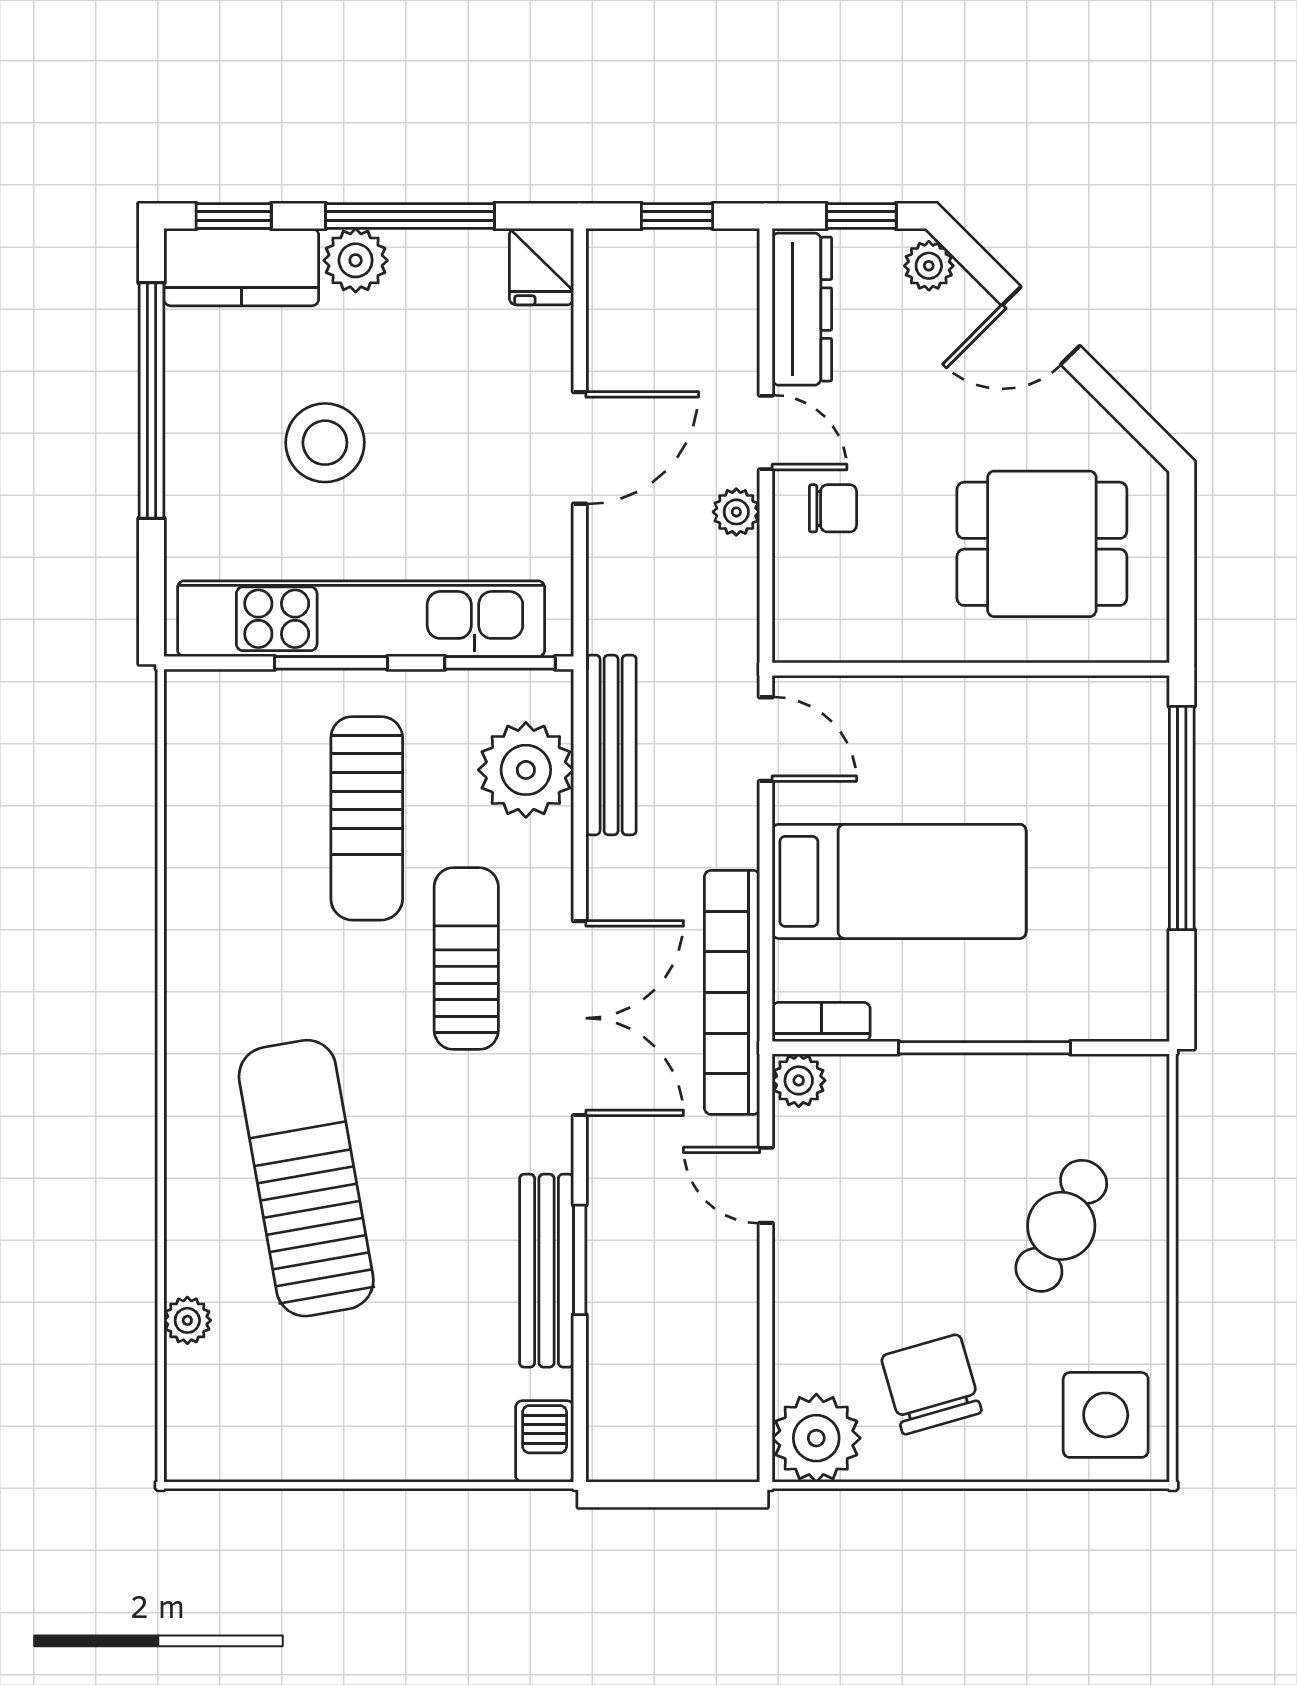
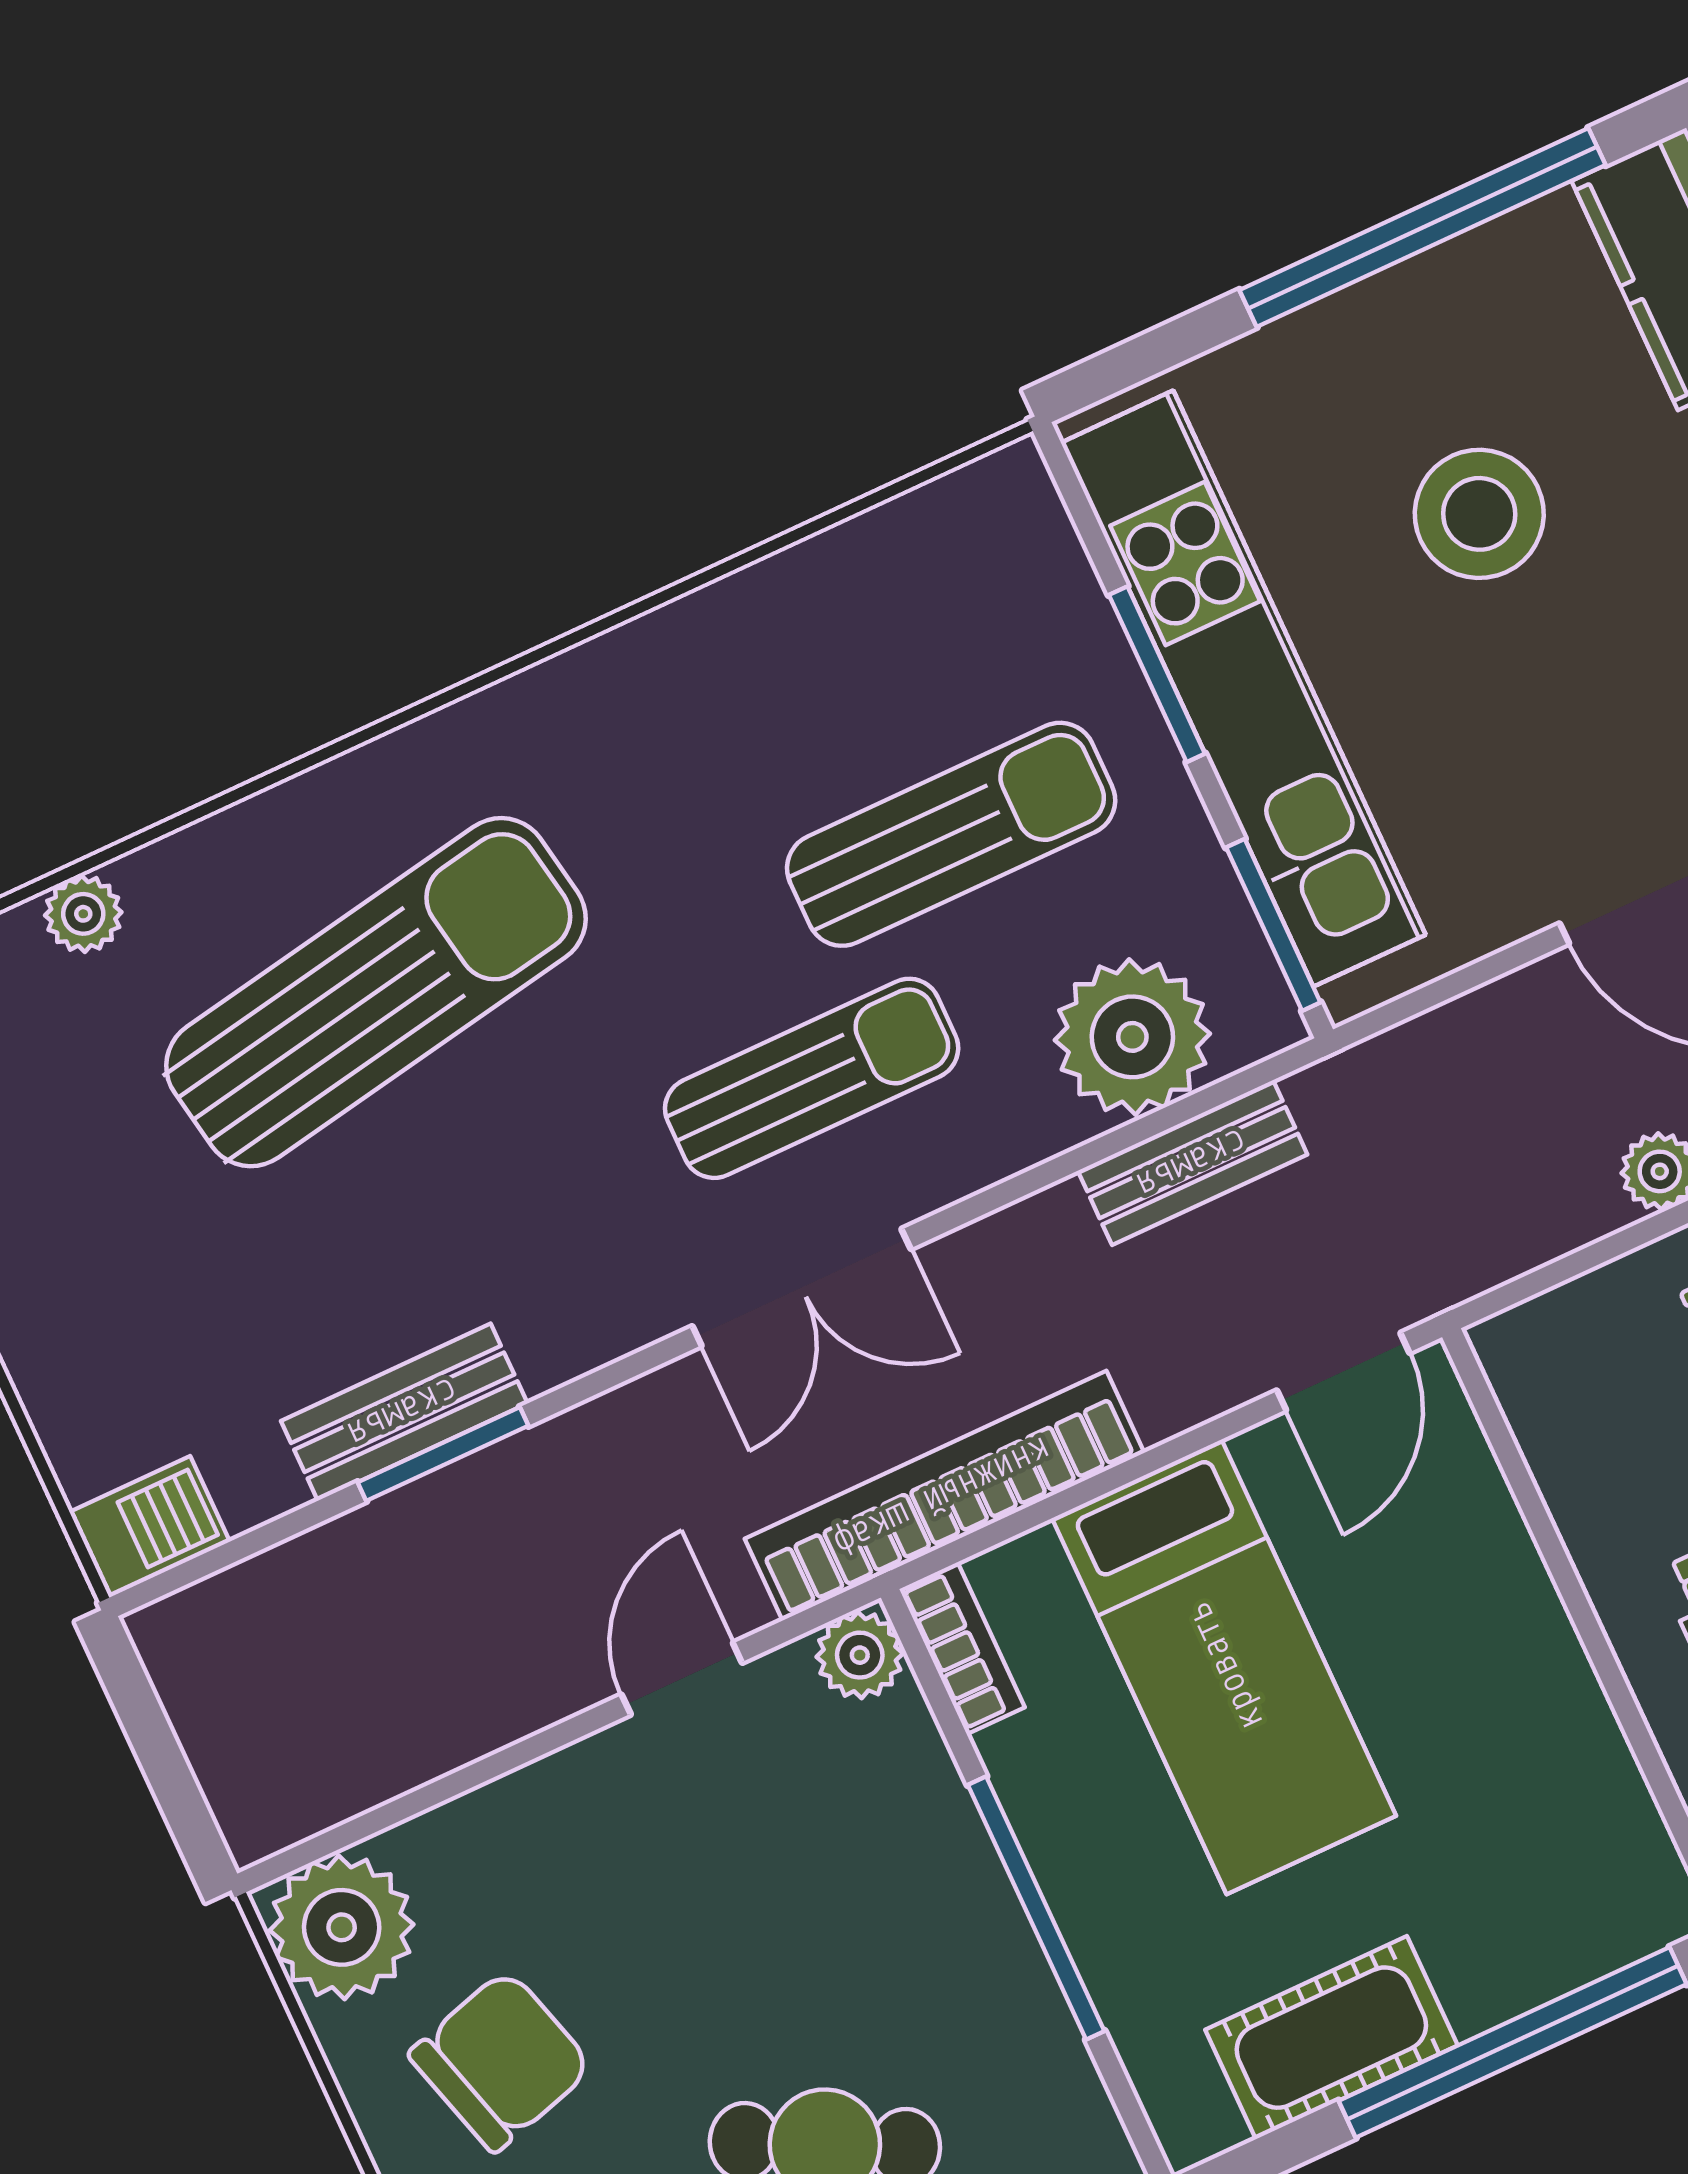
bench: (611, 745) -> (1193, 1163), width x0.73
sun lounger: (367, 818) -> (951, 834), turned 180
cot: (1132, 917) -> (1331, 2038), added
double door: (580, 1018) -> (802, 1288), width x0.73
bench: (547, 1271) -> (404, 1412), width x0.73

